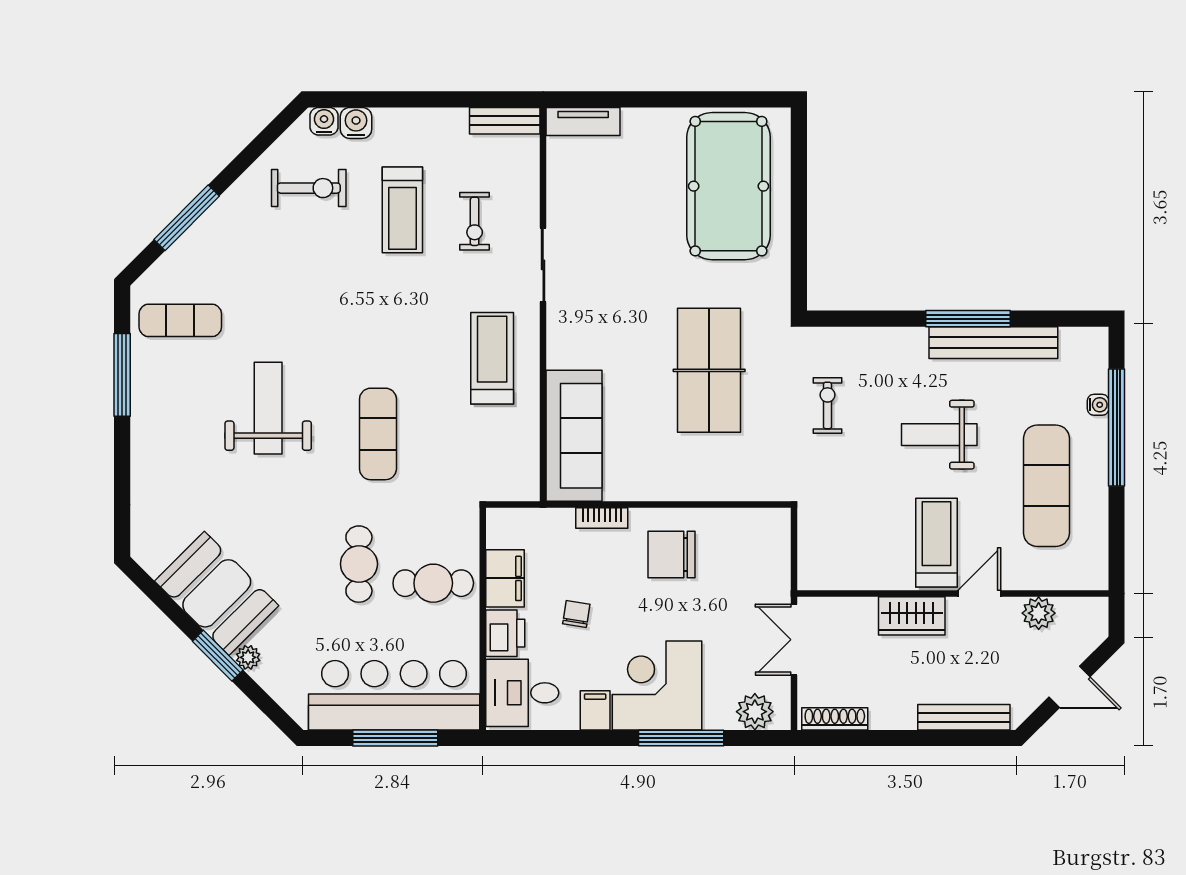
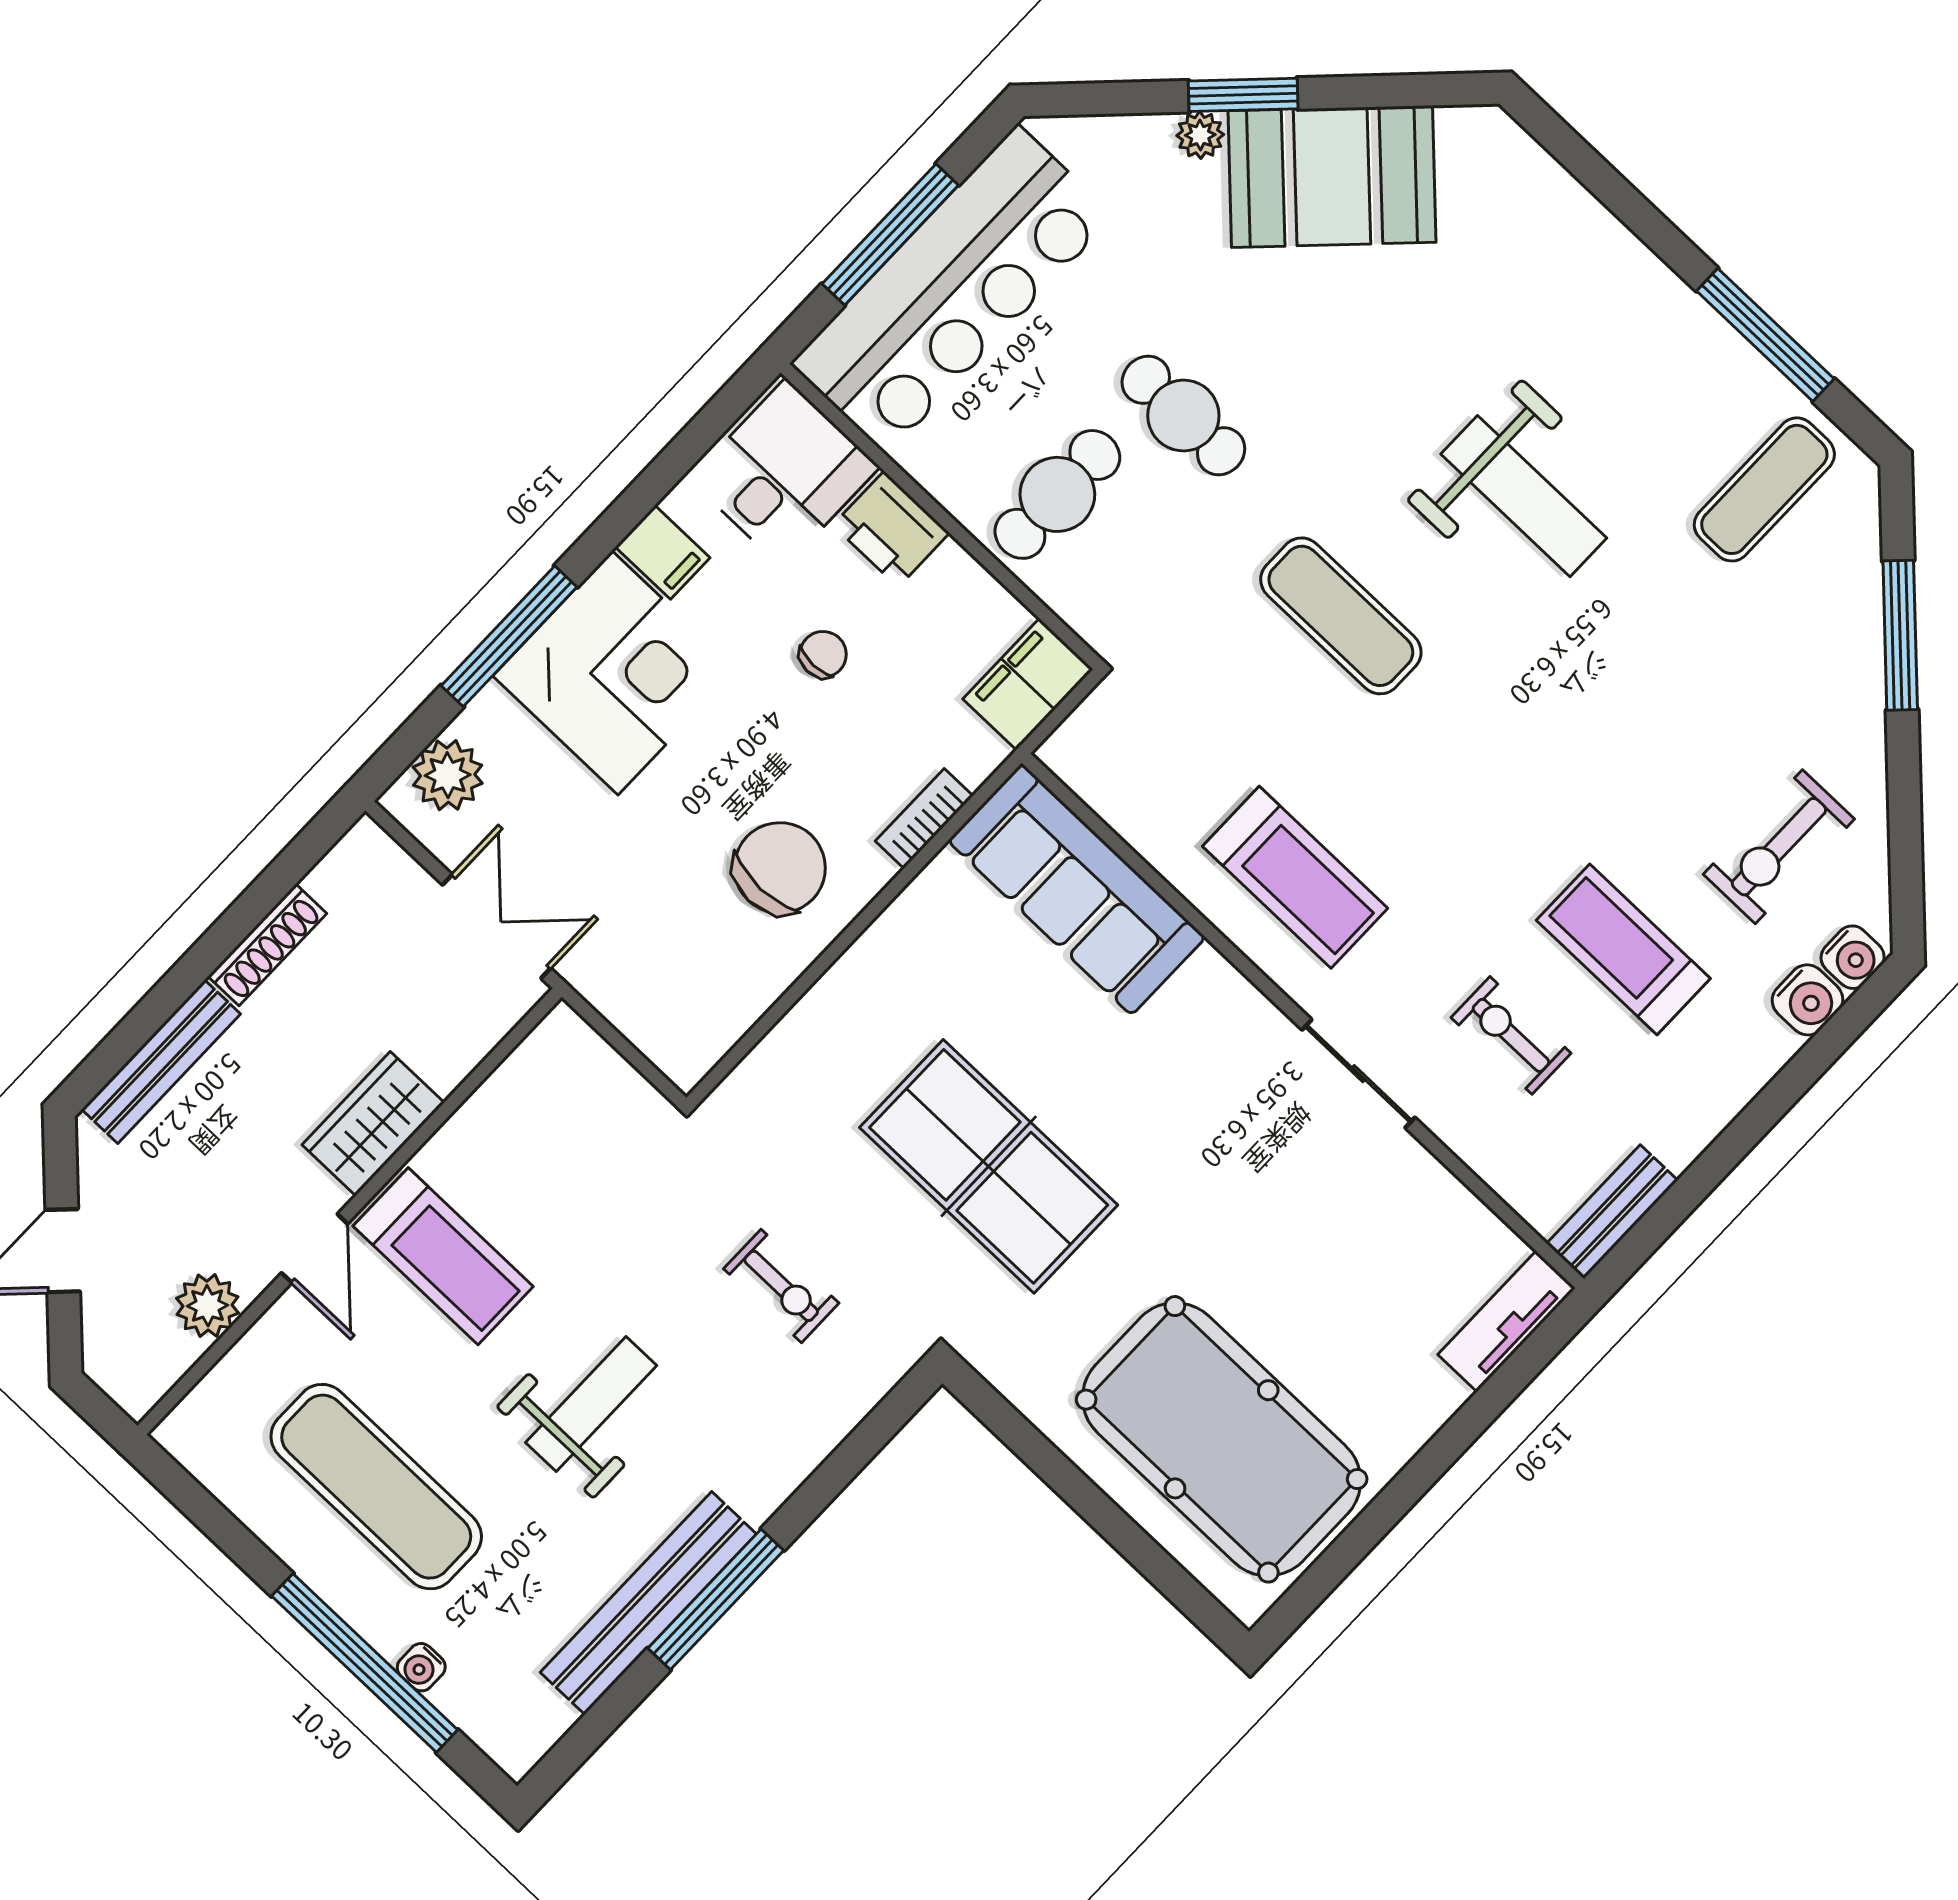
filing cabinet: (505, 578) -> (1028, 684), moved, turned 90
chair: (576, 614) -> (823, 654), turned -99
shoe rack: (835, 719) -> (267, 945), moved

